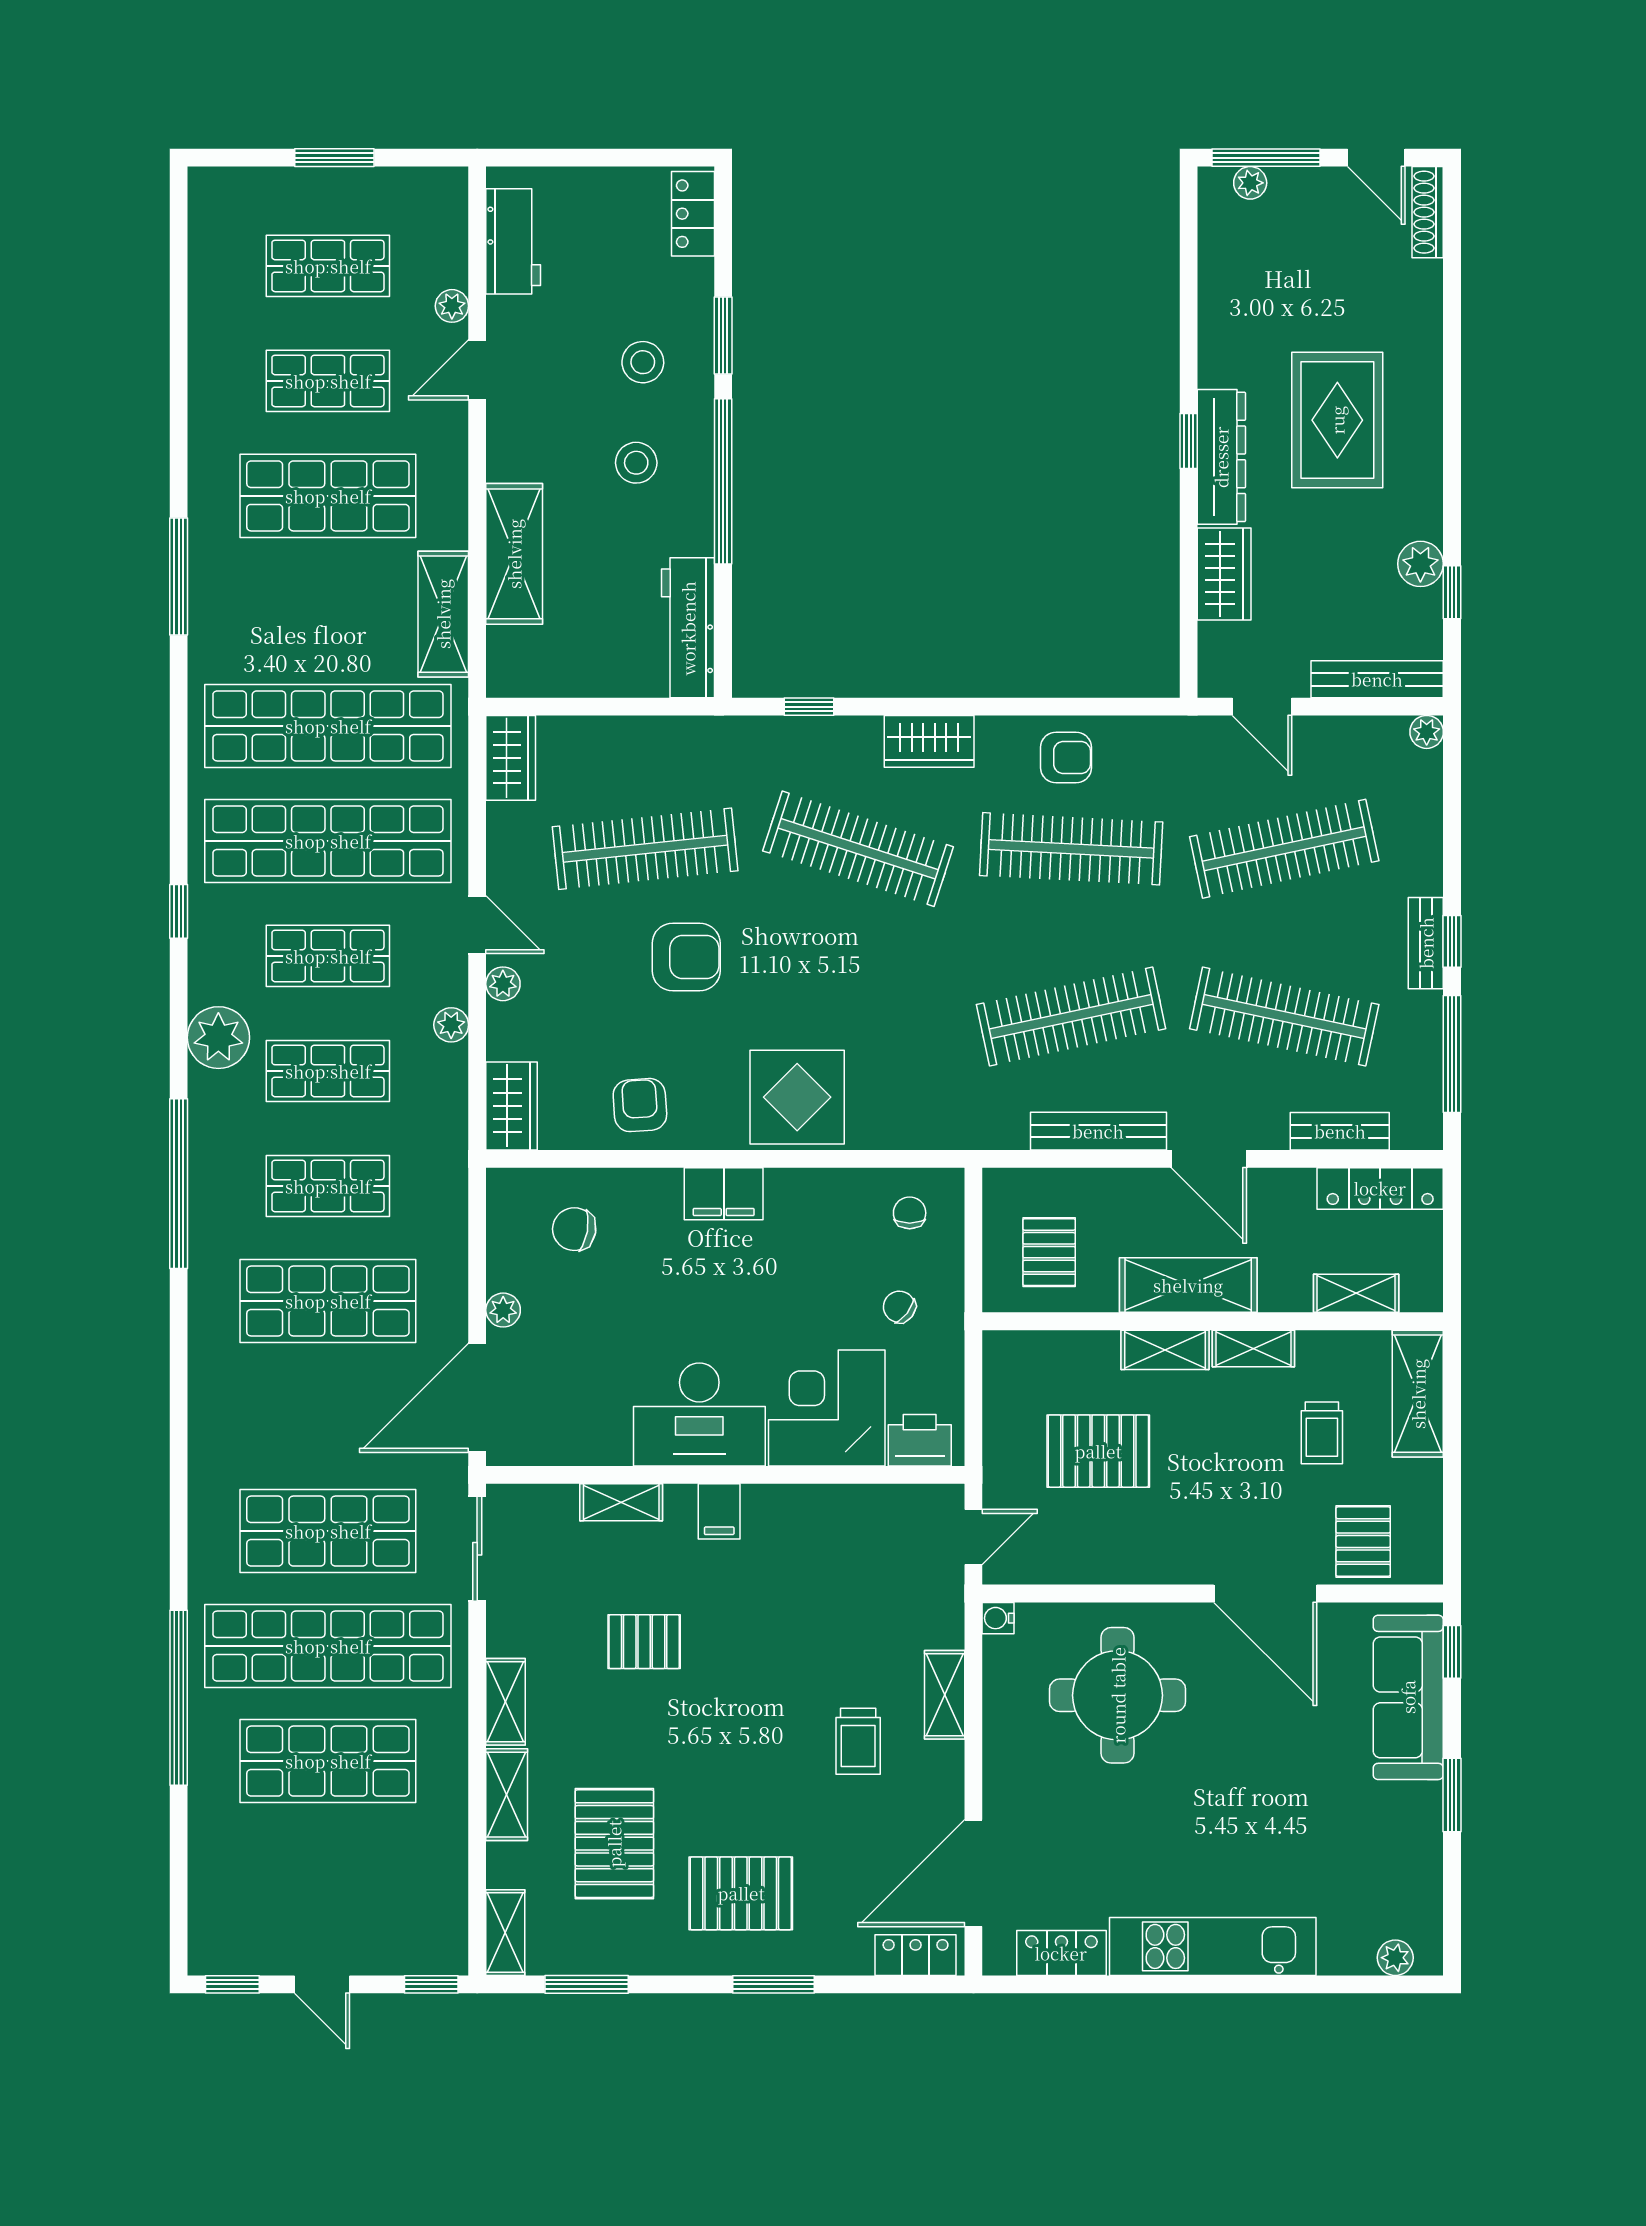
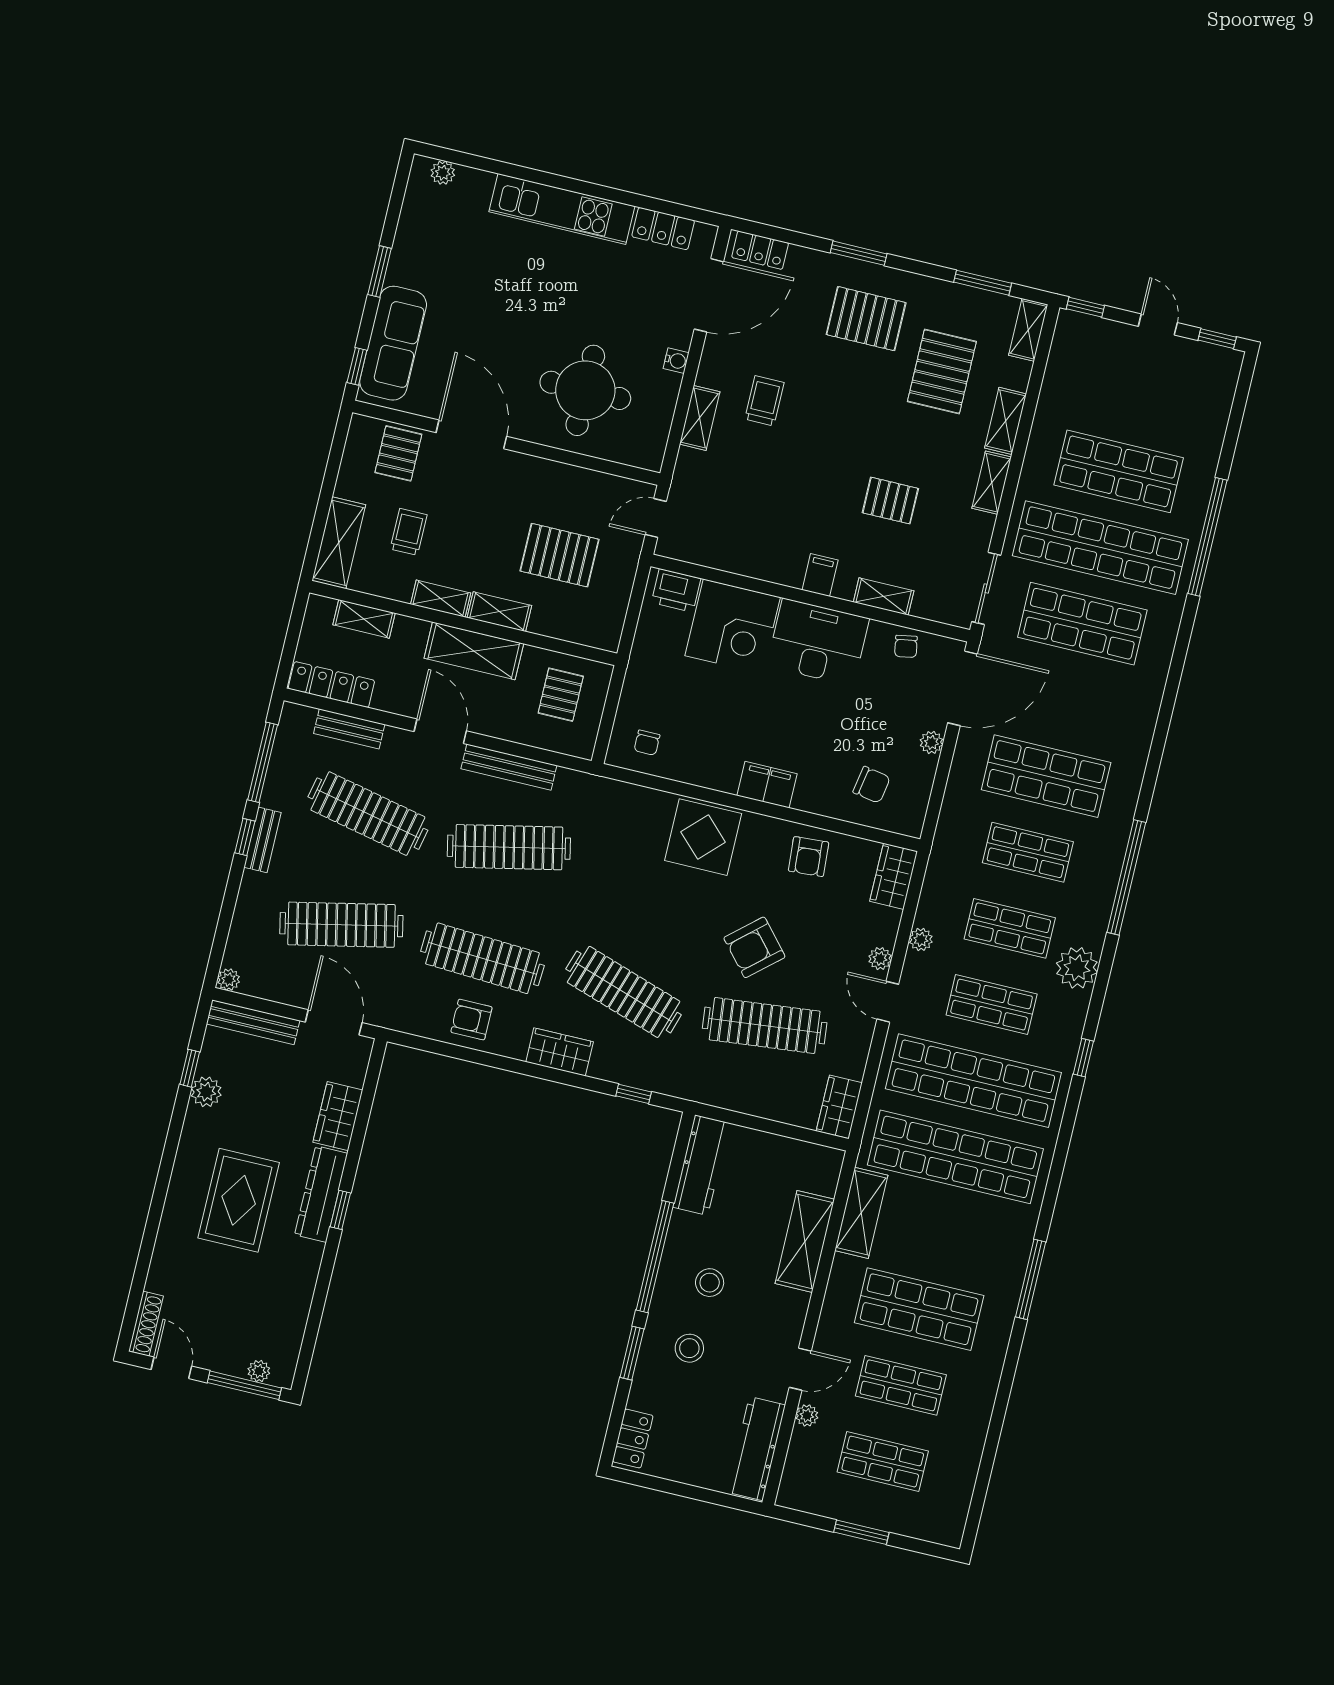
workbench: (513, 241) -> (756, 1449), width x1.38
door: (1262, 707) -> (334, 1022), width x1.38
armchair: (686, 957) -> (754, 947), turned -41
chair: (899, 1307) -> (906, 646), moved, turned 42
water cooler: (998, 1618) -> (676, 361), moved

